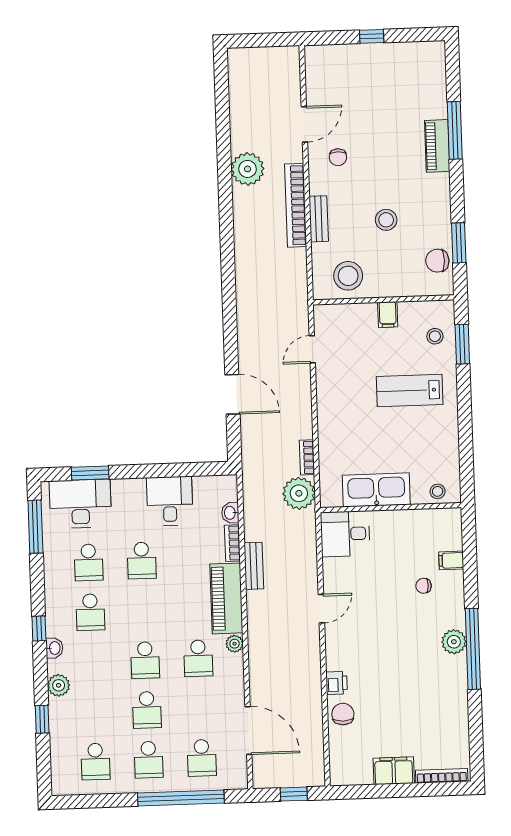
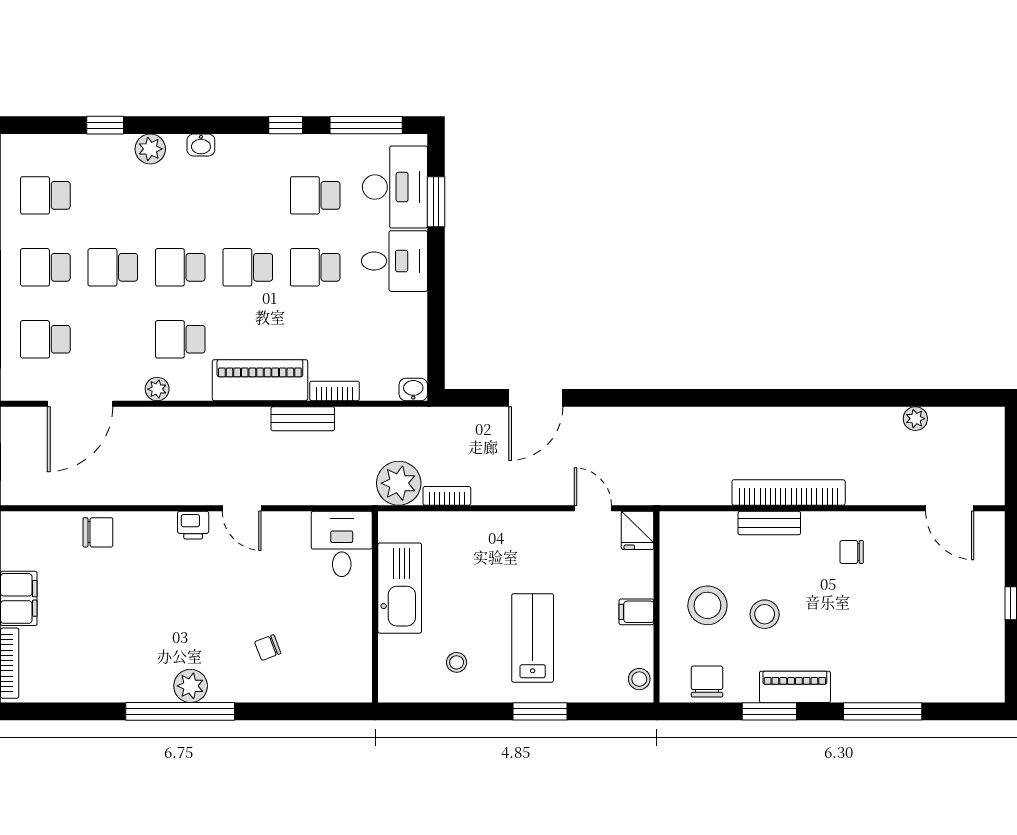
door: (304, 124) -> (950, 508), moved
piano: (437, 146) -> (795, 687), moved
plant: (248, 169) -> (915, 419), moved, width x0.53, depth x0.53
window: (459, 243) -> (769, 711), moved
stool: (348, 276) -> (707, 605), moved
fridge: (328, 316) -> (638, 530), added
stool: (435, 336) -> (639, 679), moved
window: (462, 344) -> (540, 711), moved
stool: (438, 491) -> (457, 662), moved
desk: (170, 501) -> (394, 261), moved
washbasin: (230, 513) -> (413, 389), moved
filing cabinet: (451, 560) -> (301, 686), removed
chair: (424, 586) -> (268, 648), turned -111
school desk: (90, 612) -> (248, 267), moved
window: (39, 629) -> (286, 125), moved
plant: (235, 644) -> (157, 389), moved
printer: (336, 683) -> (193, 525), moved

